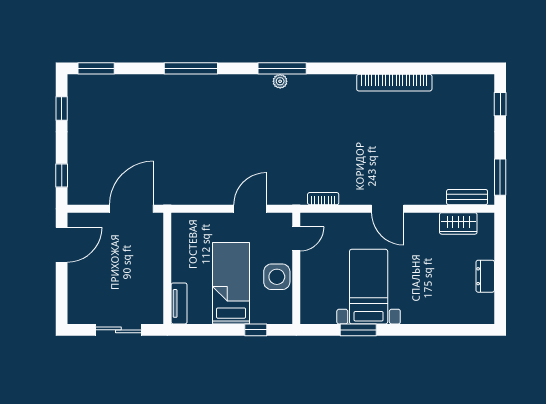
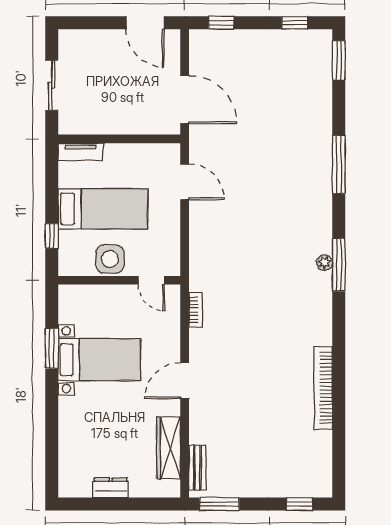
door: (250, 209) -> (185, 182), moved
wardrobe: (458, 223) -> (169, 448), width x1.50

